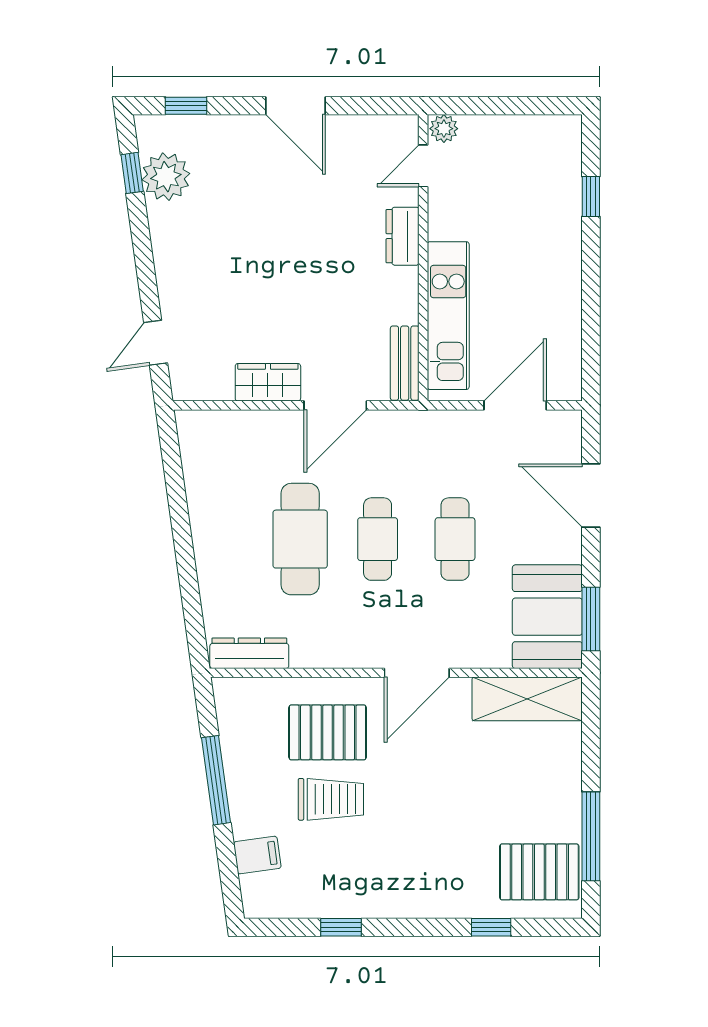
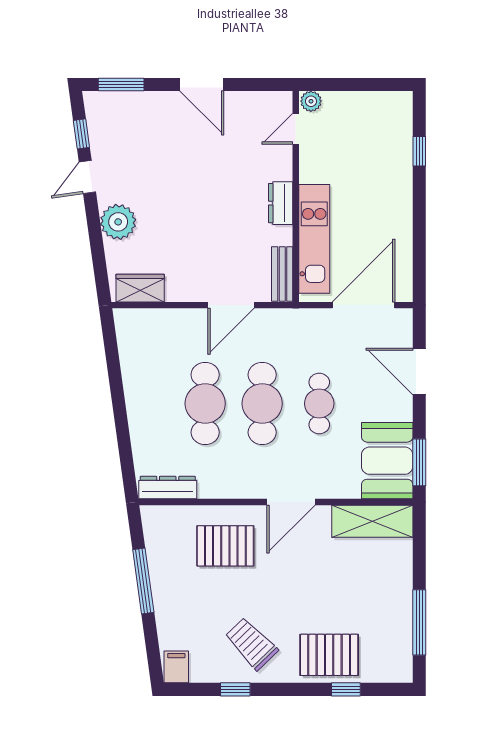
window: (186, 106) -> (121, 84), width x1.50
plant: (166, 177) -> (118, 222), moved
dresser: (403, 236) -> (281, 203), moved
door: (156, 343) -> (87, 177), moved
wardrobe: (268, 382) -> (140, 288), moved
door: (515, 405) -> (363, 305), width x1.36
cafe table: (378, 539) -> (262, 404), width x1.37, depth x1.35
trolley: (331, 799) -> (252, 644), moved, turned -134
filing cabinet: (257, 855) -> (176, 667), moved, turned -82
pallet: (539, 872) -> (329, 655), moved

